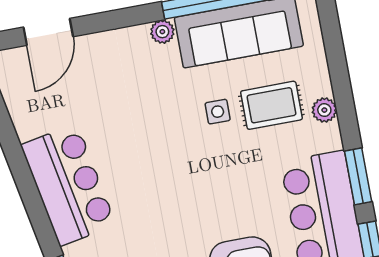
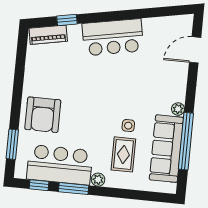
door: (48, 32) -> (195, 50), hinge flipped
plant: (324, 110) -> (98, 180), moved

